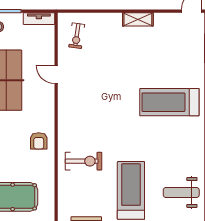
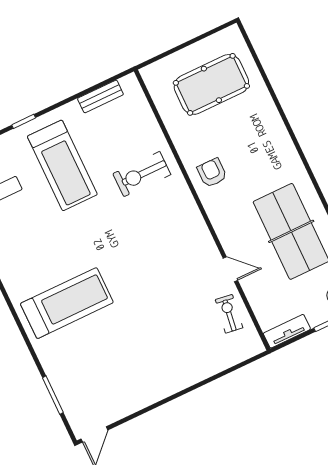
shelving: (138, 19) -> (158, 391), removed
exercise bike: (77, 36) -> (229, 314), moved

